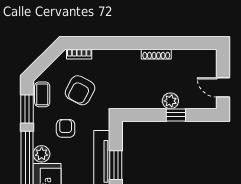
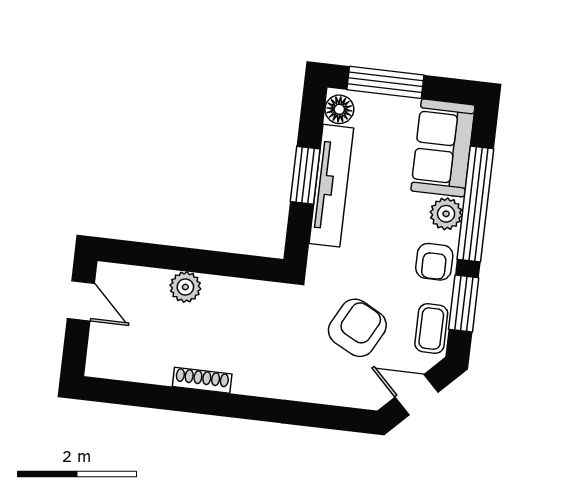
bookcase: (79, 54) -> (351, 398), removed
door: (46, 60) -> (416, 395), added
window: (176, 115) -> (178, 258), removed
armchair: (66, 128) -> (434, 262), moved

